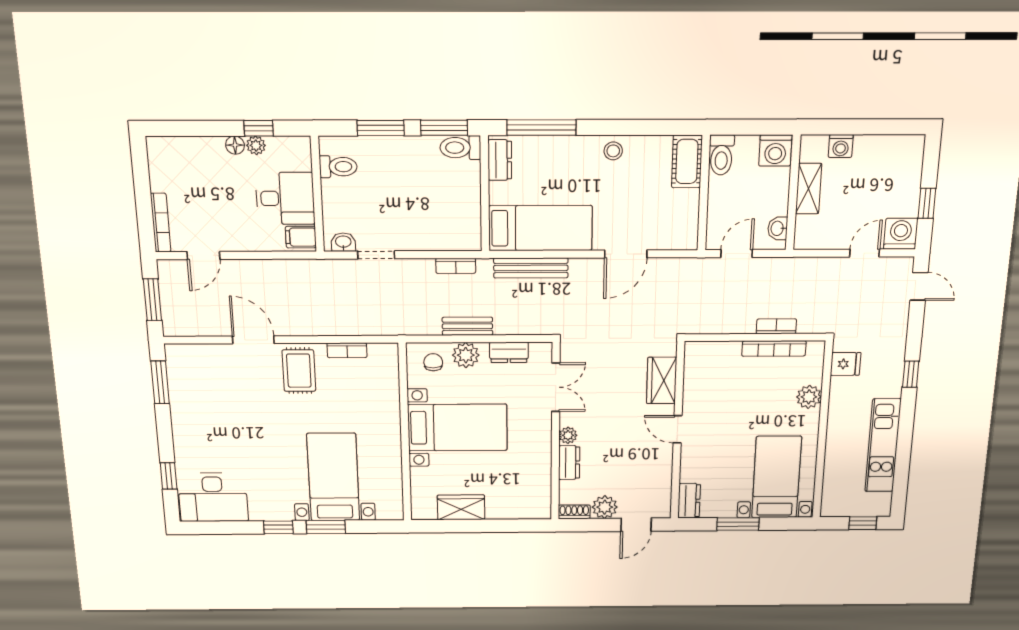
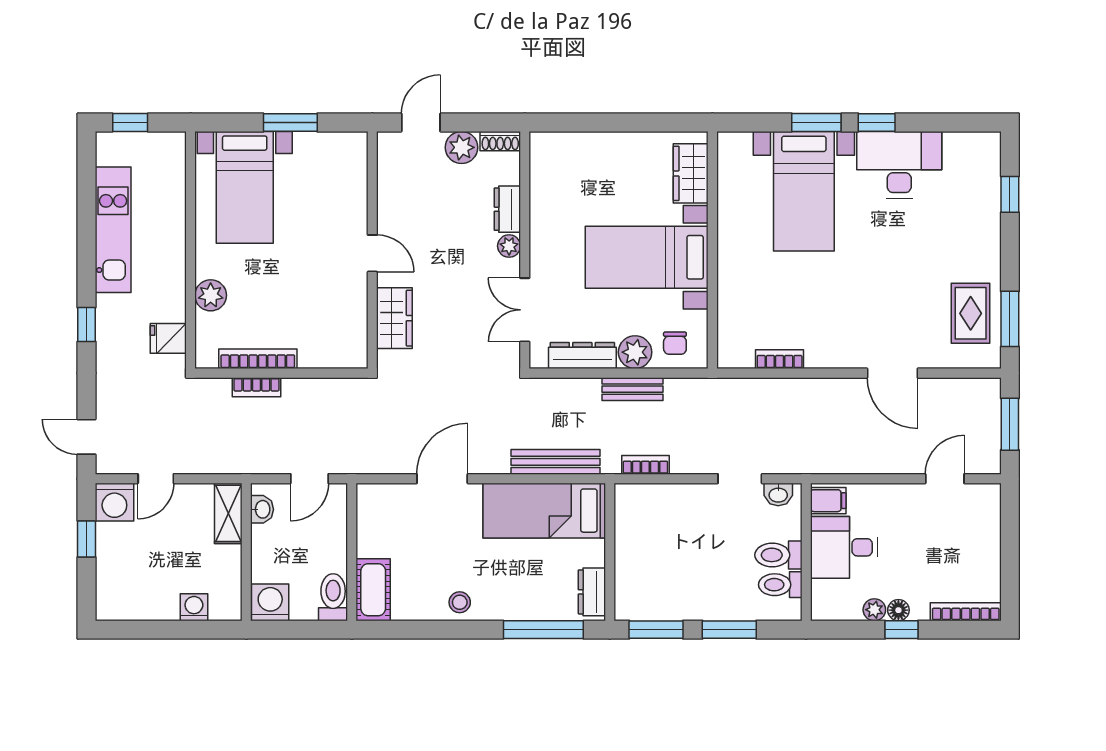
window: (259, 128) -> (902, 630), moved
toilet: (460, 148) -> (778, 555), moved, turned 180
shelving: (809, 189) -> (228, 513), moved
bookcase: (161, 223) -> (966, 612), moved, turned 90
dresser: (509, 352) -> (582, 356), width x1.44
rug: (299, 371) -> (971, 313), moved
desk: (213, 497) -> (899, 165), moved
dresser: (689, 501) -> (354, 156), removed
wardrobe: (461, 507) -> (691, 173), moved, turned 90

